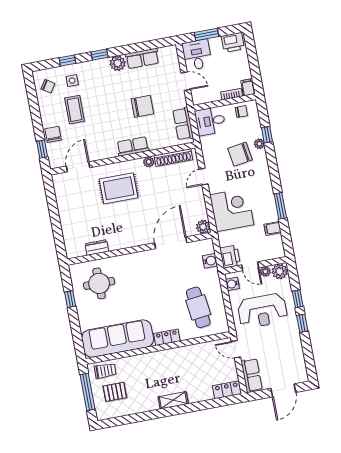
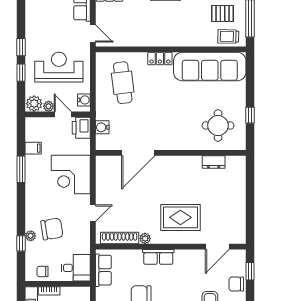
chair: (53, 134) -> (236, 284), turned 90
plant: (203, 227) -> (103, 163), removed

